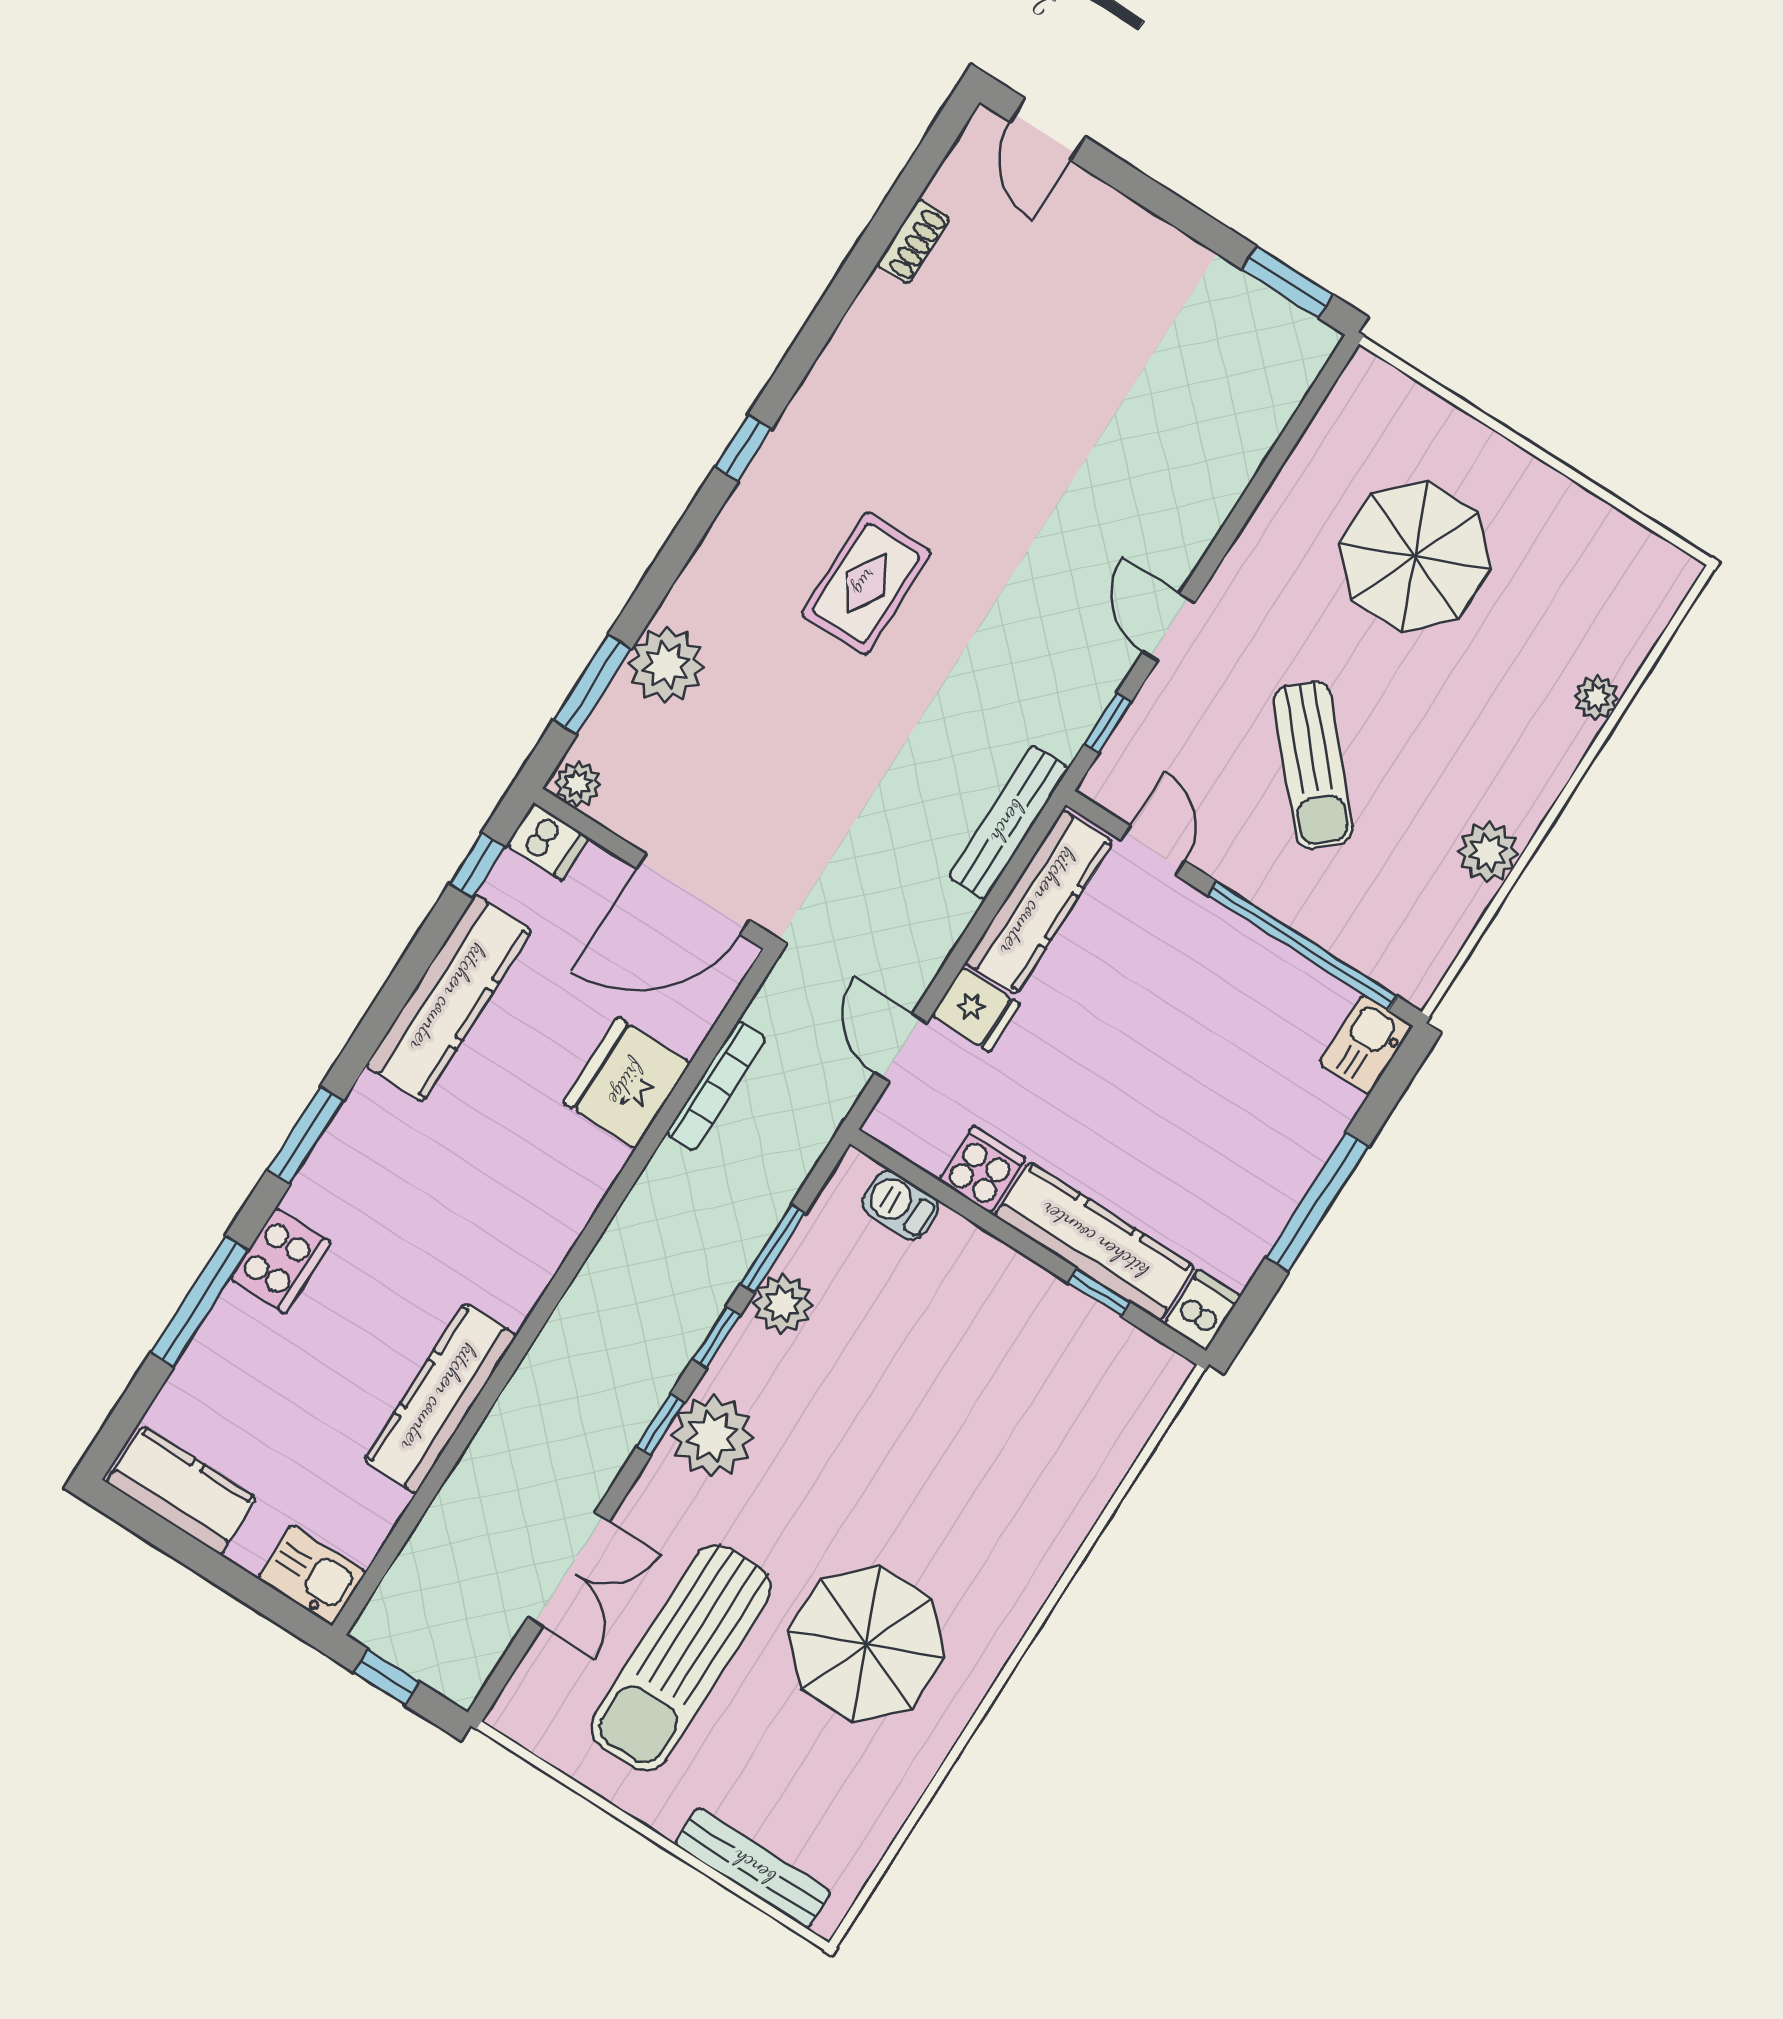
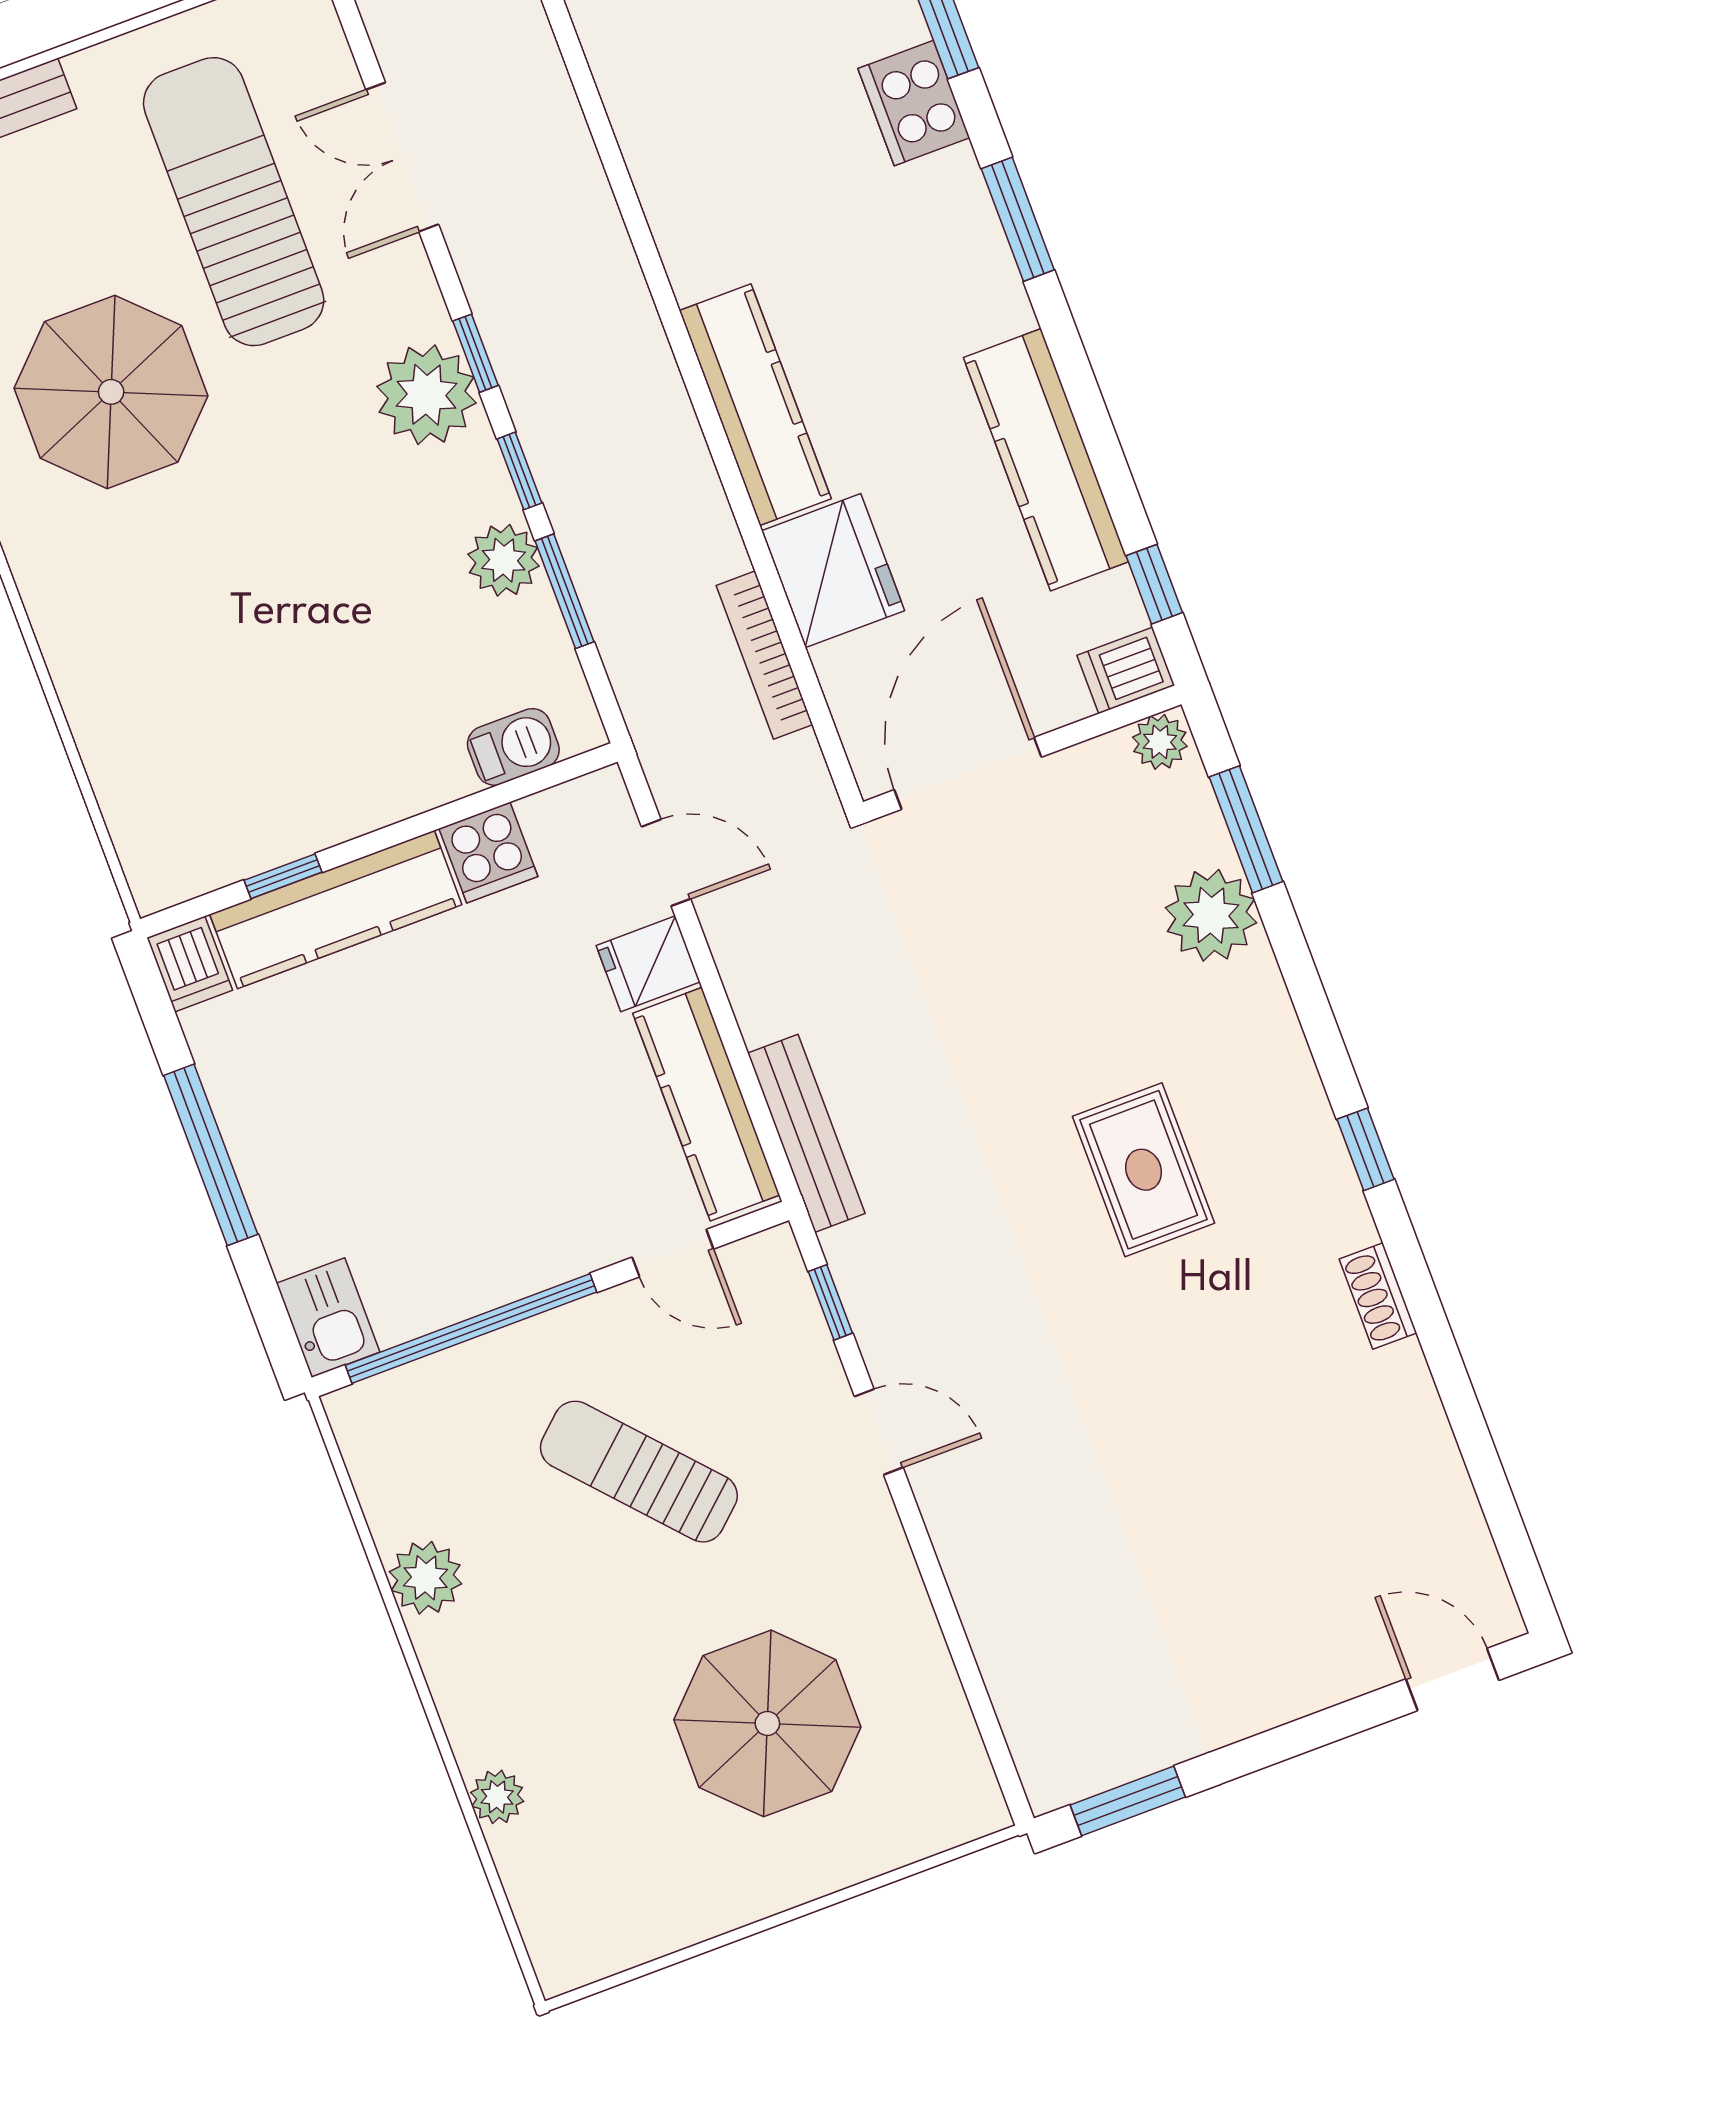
shoe rack: (913, 242) -> (1378, 1296), moved
kitchen counter: (440, 1398) -> (755, 405), moved

